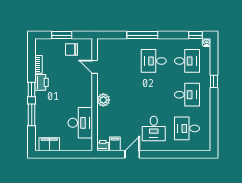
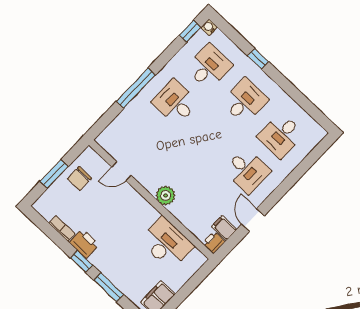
desk: (154, 61) -> (175, 102), turned 90

